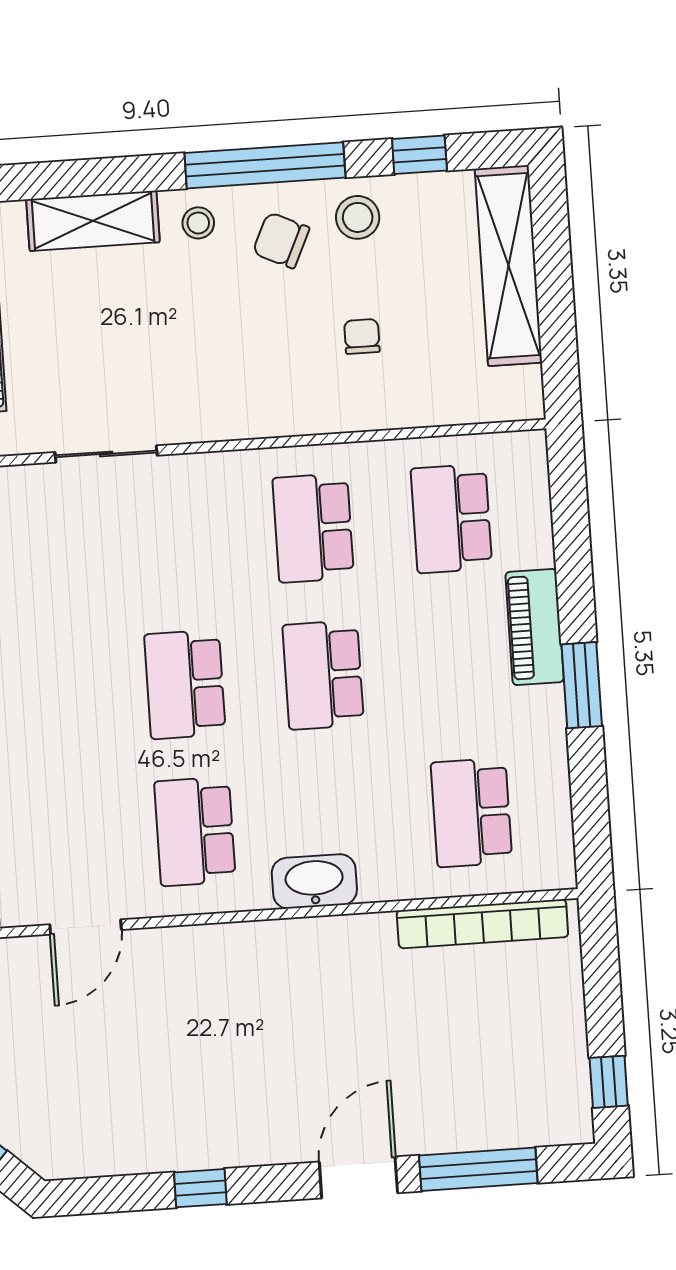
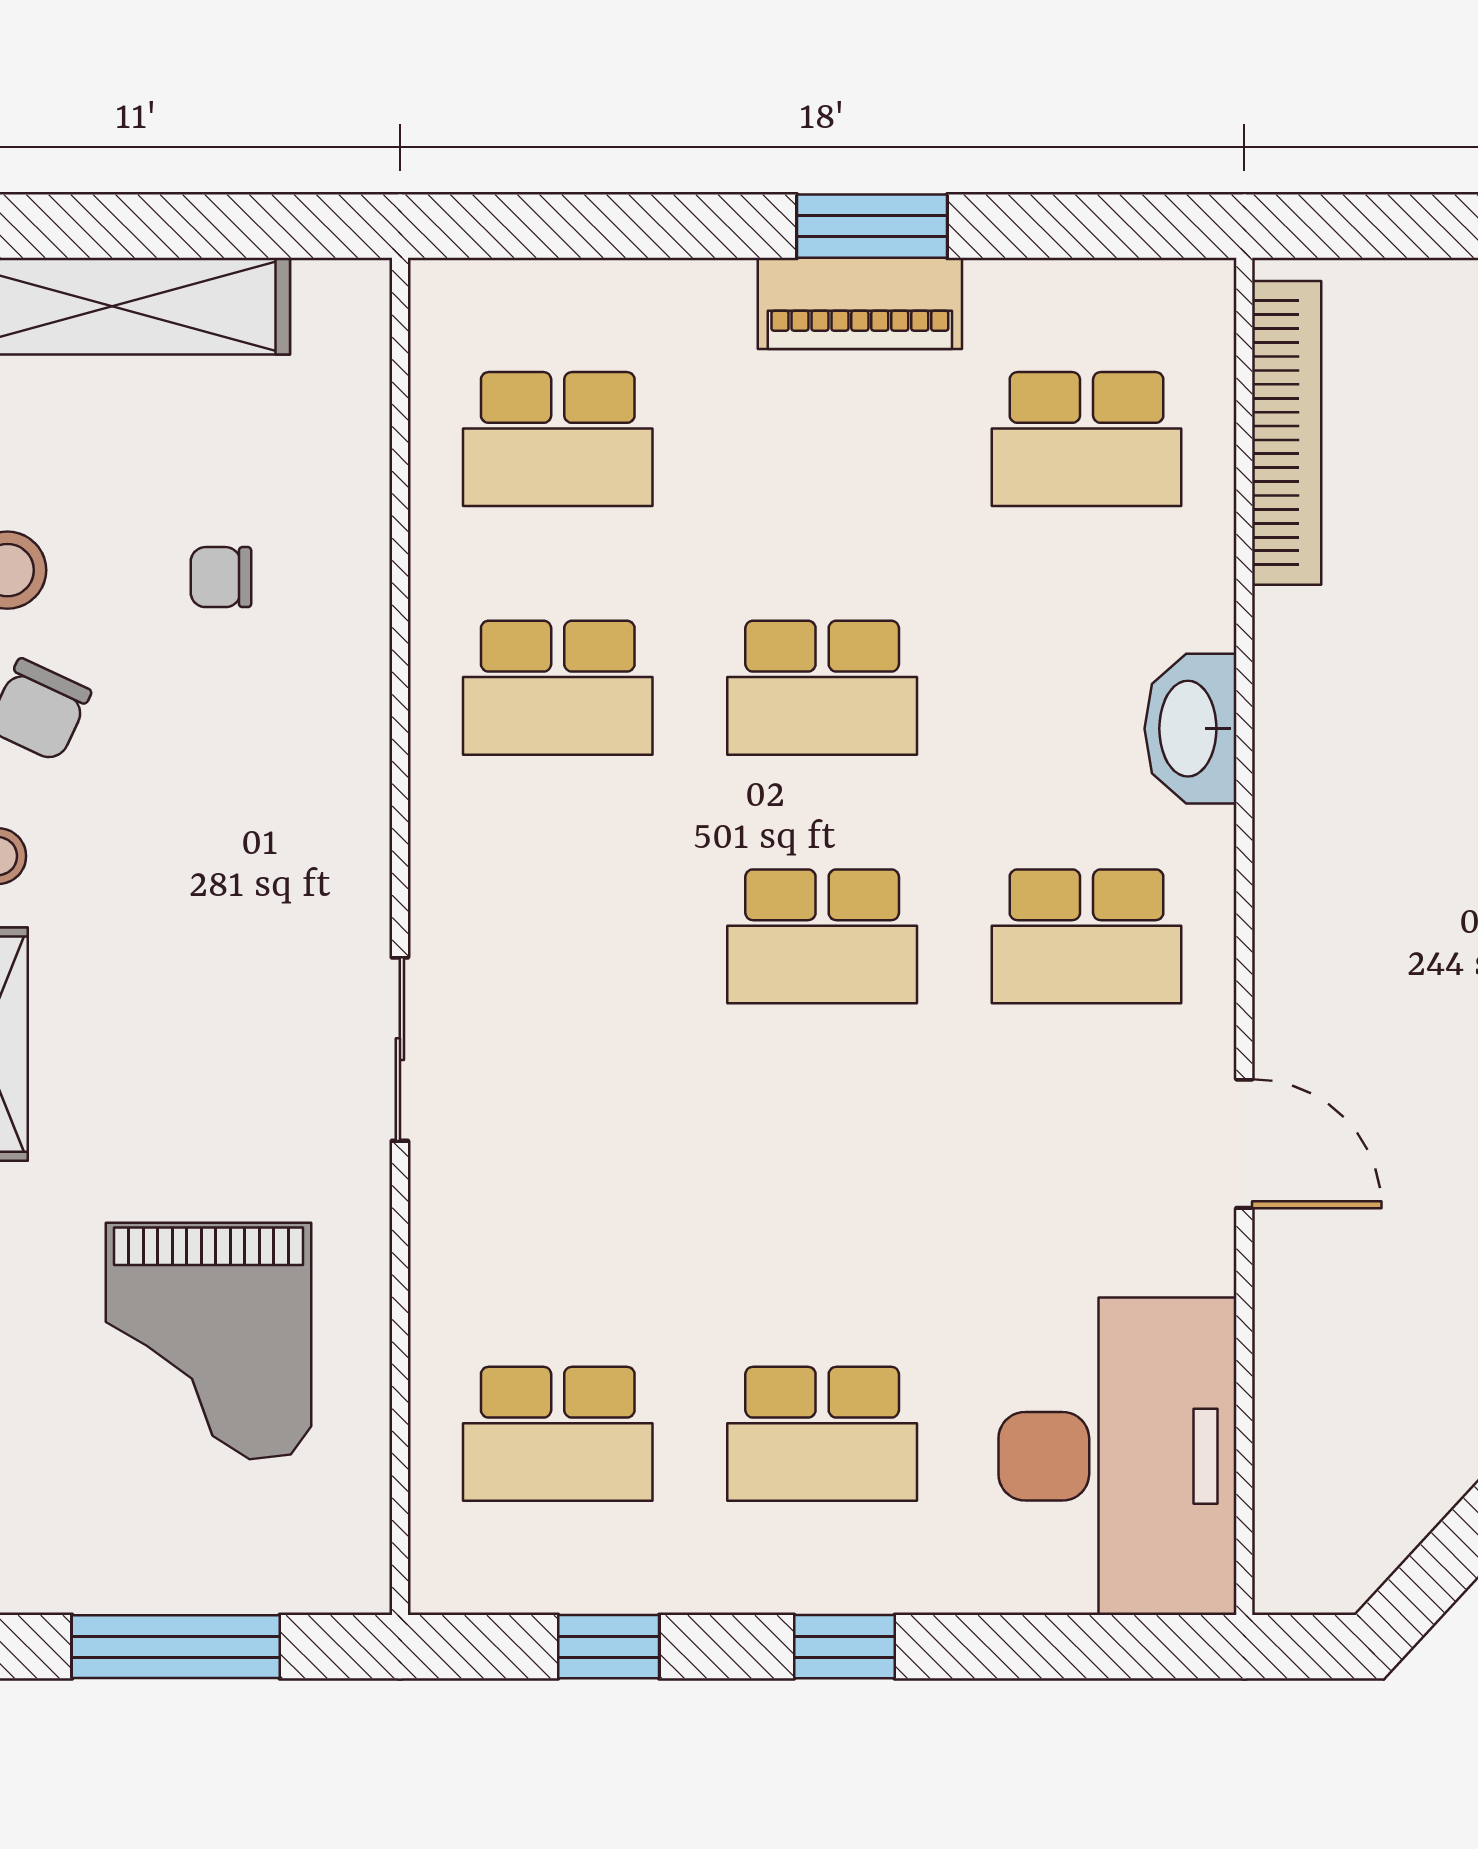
piano: (535, 627) -> (860, 303), moved

